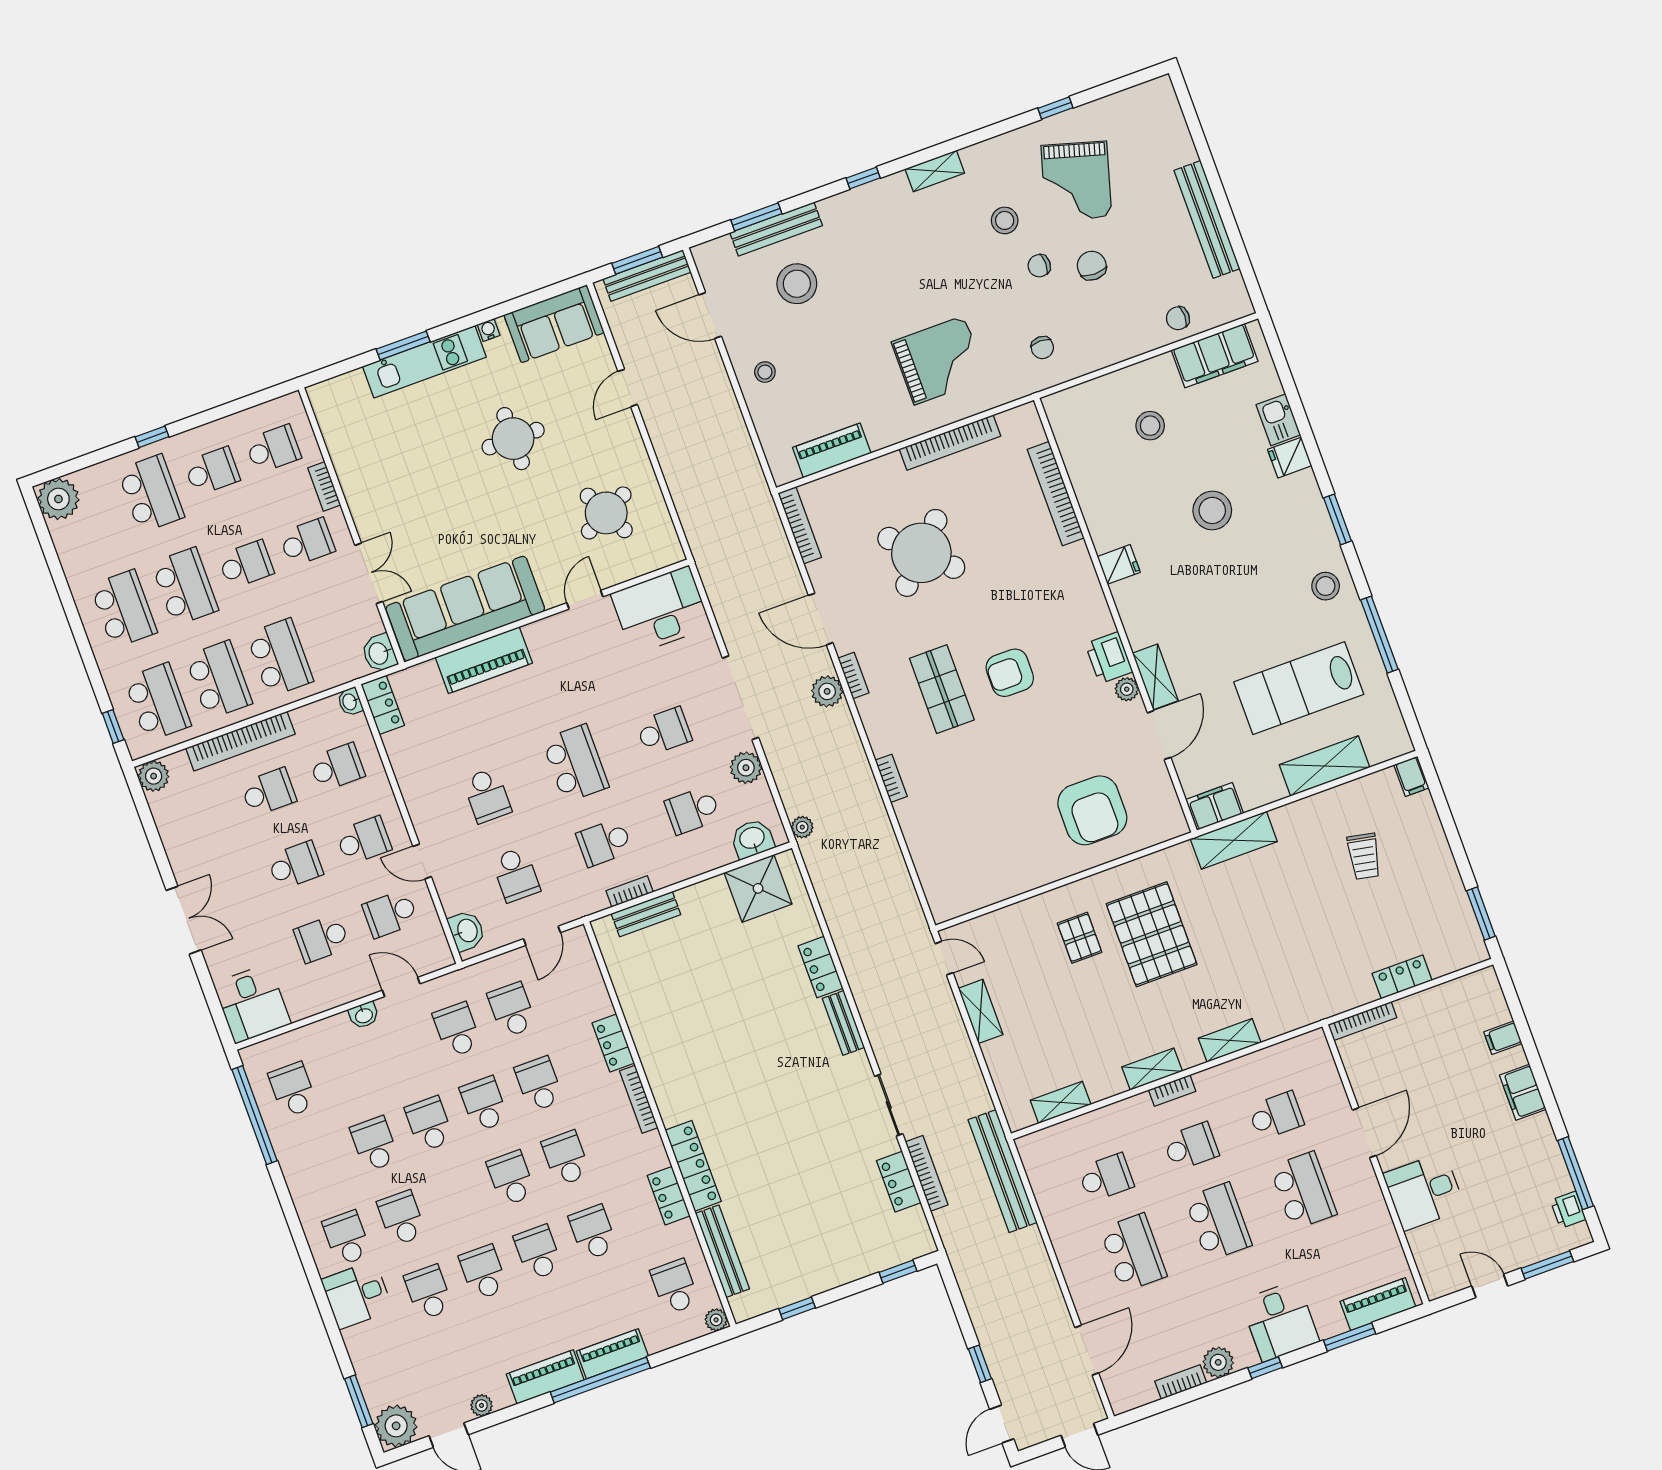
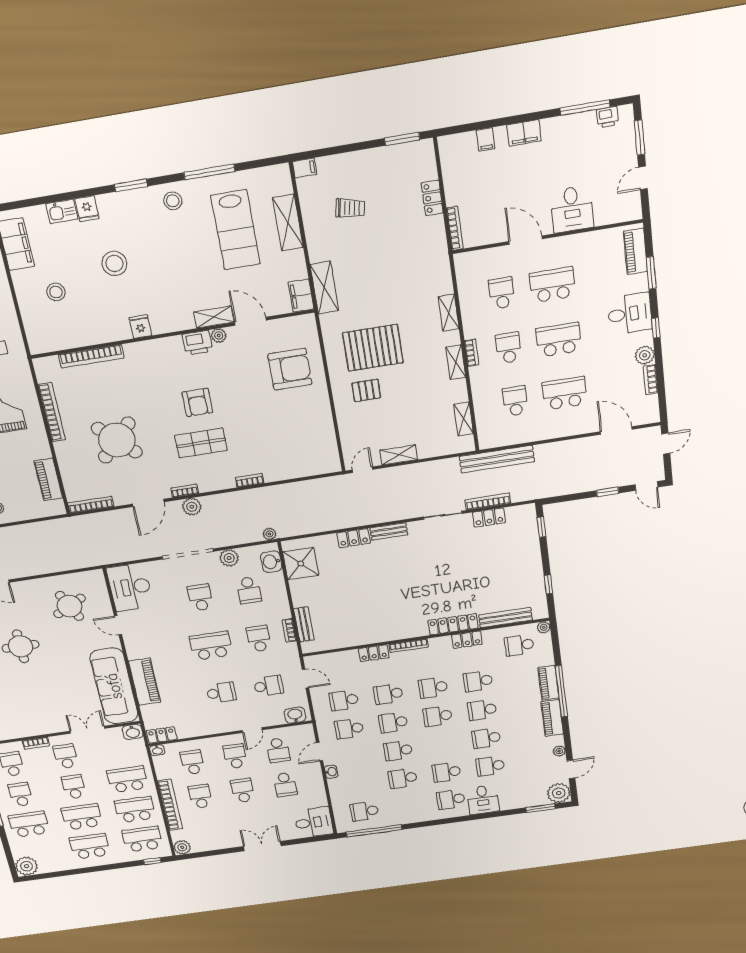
school desk: (604, 842) -> (259, 639), turned 180

